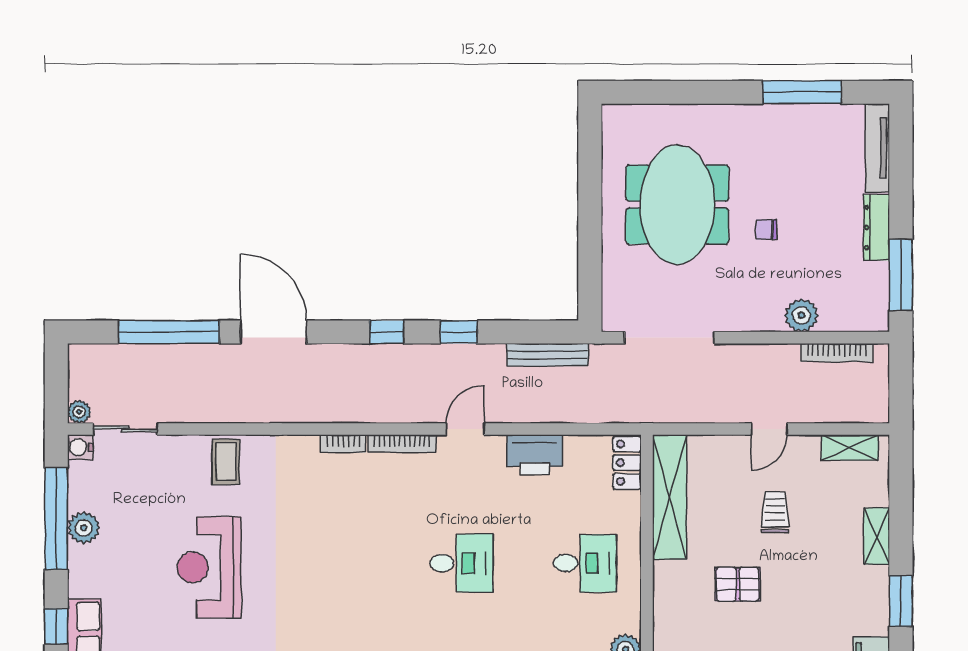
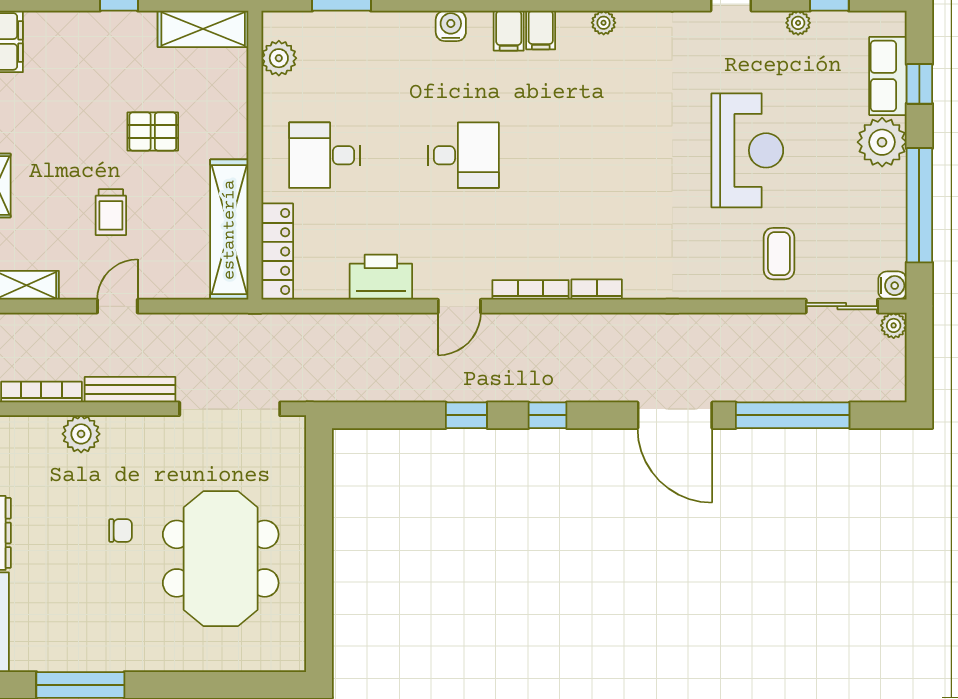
bench: (547, 355) -> (130, 390), moved
coffee table: (226, 462) -> (779, 254), moved
locker: (627, 463) -> (277, 252), width x1.53
plant: (84, 528) -> (882, 142), moved, width x1.36, depth x1.36
desk: (461, 563) -> (464, 155), turned 180

